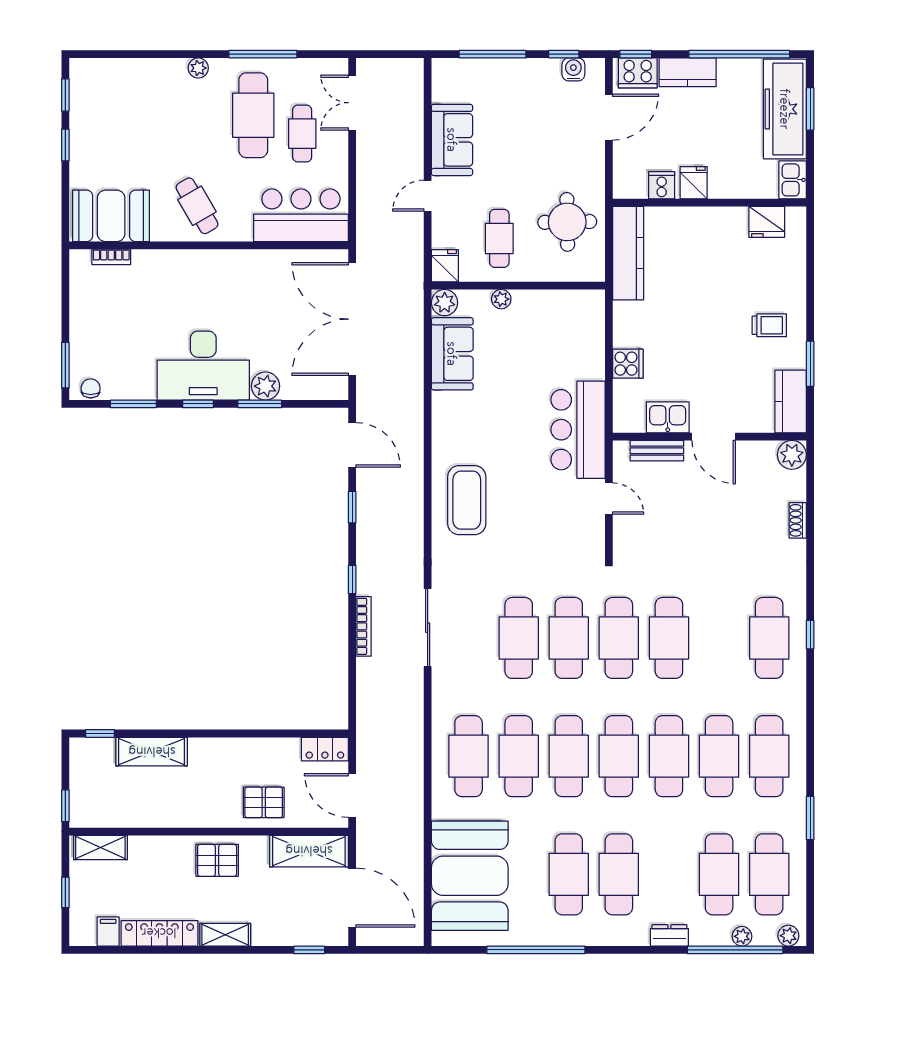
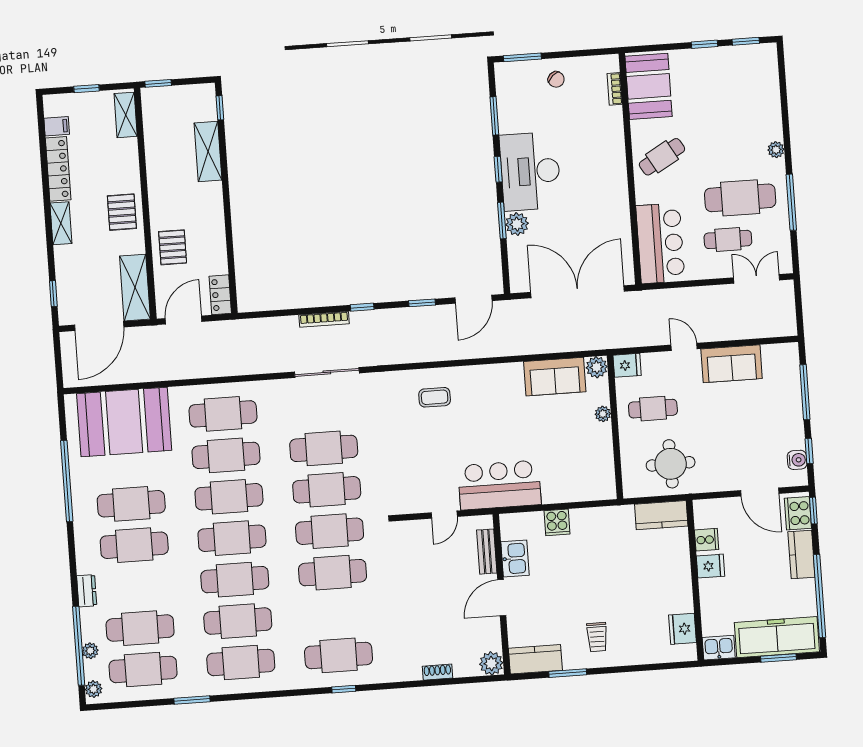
kitchen counter: (628, 253) -> (661, 515), width x0.67
chair: (91, 388) -> (556, 79), moved, turned 48
coffee table: (467, 500) -> (435, 397), width x0.54, depth x0.58

